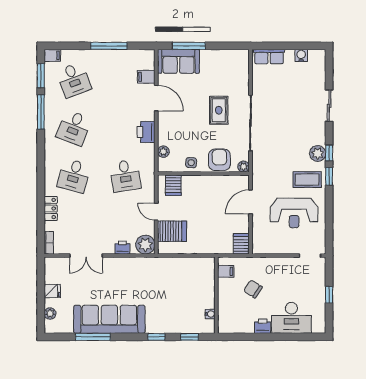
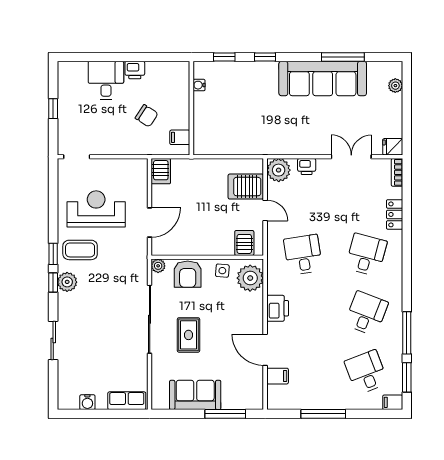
sofa: (178, 61) -> (195, 395), moved
plant: (163, 152) -> (250, 278), width x1.87, depth x1.87
fridge: (52, 291) -> (393, 147), moved
desk: (291, 318) -> (106, 80), width x0.73

